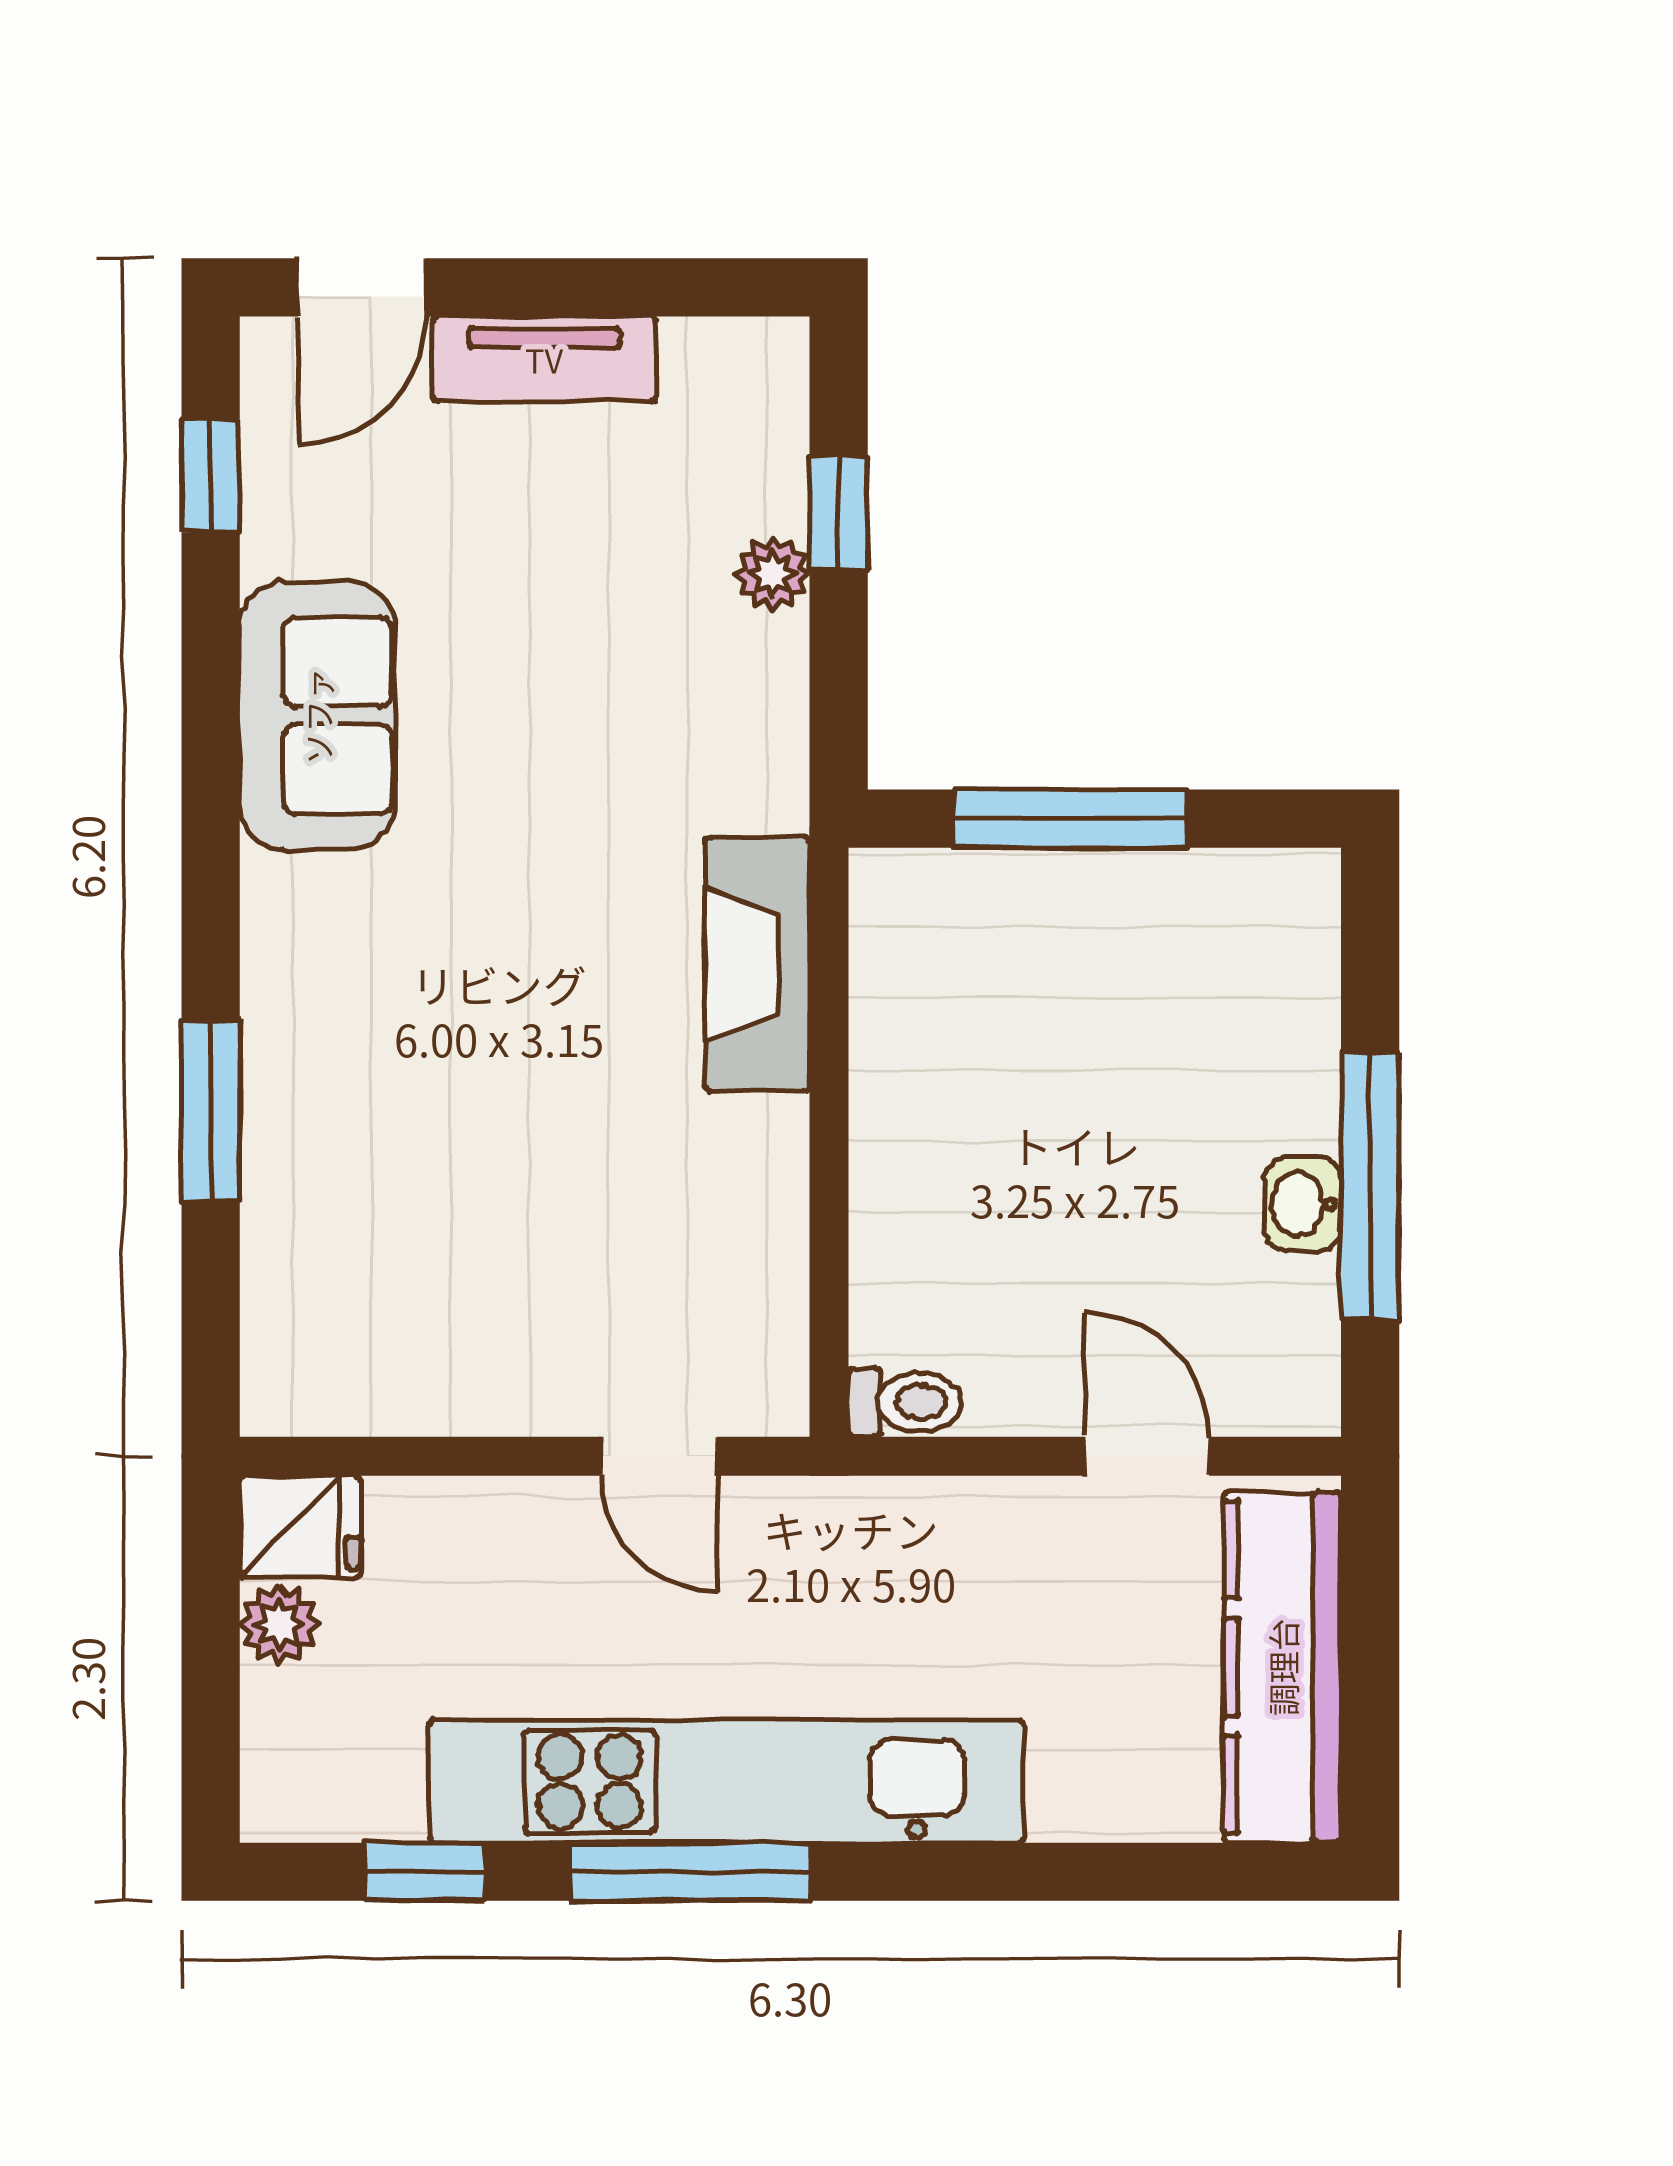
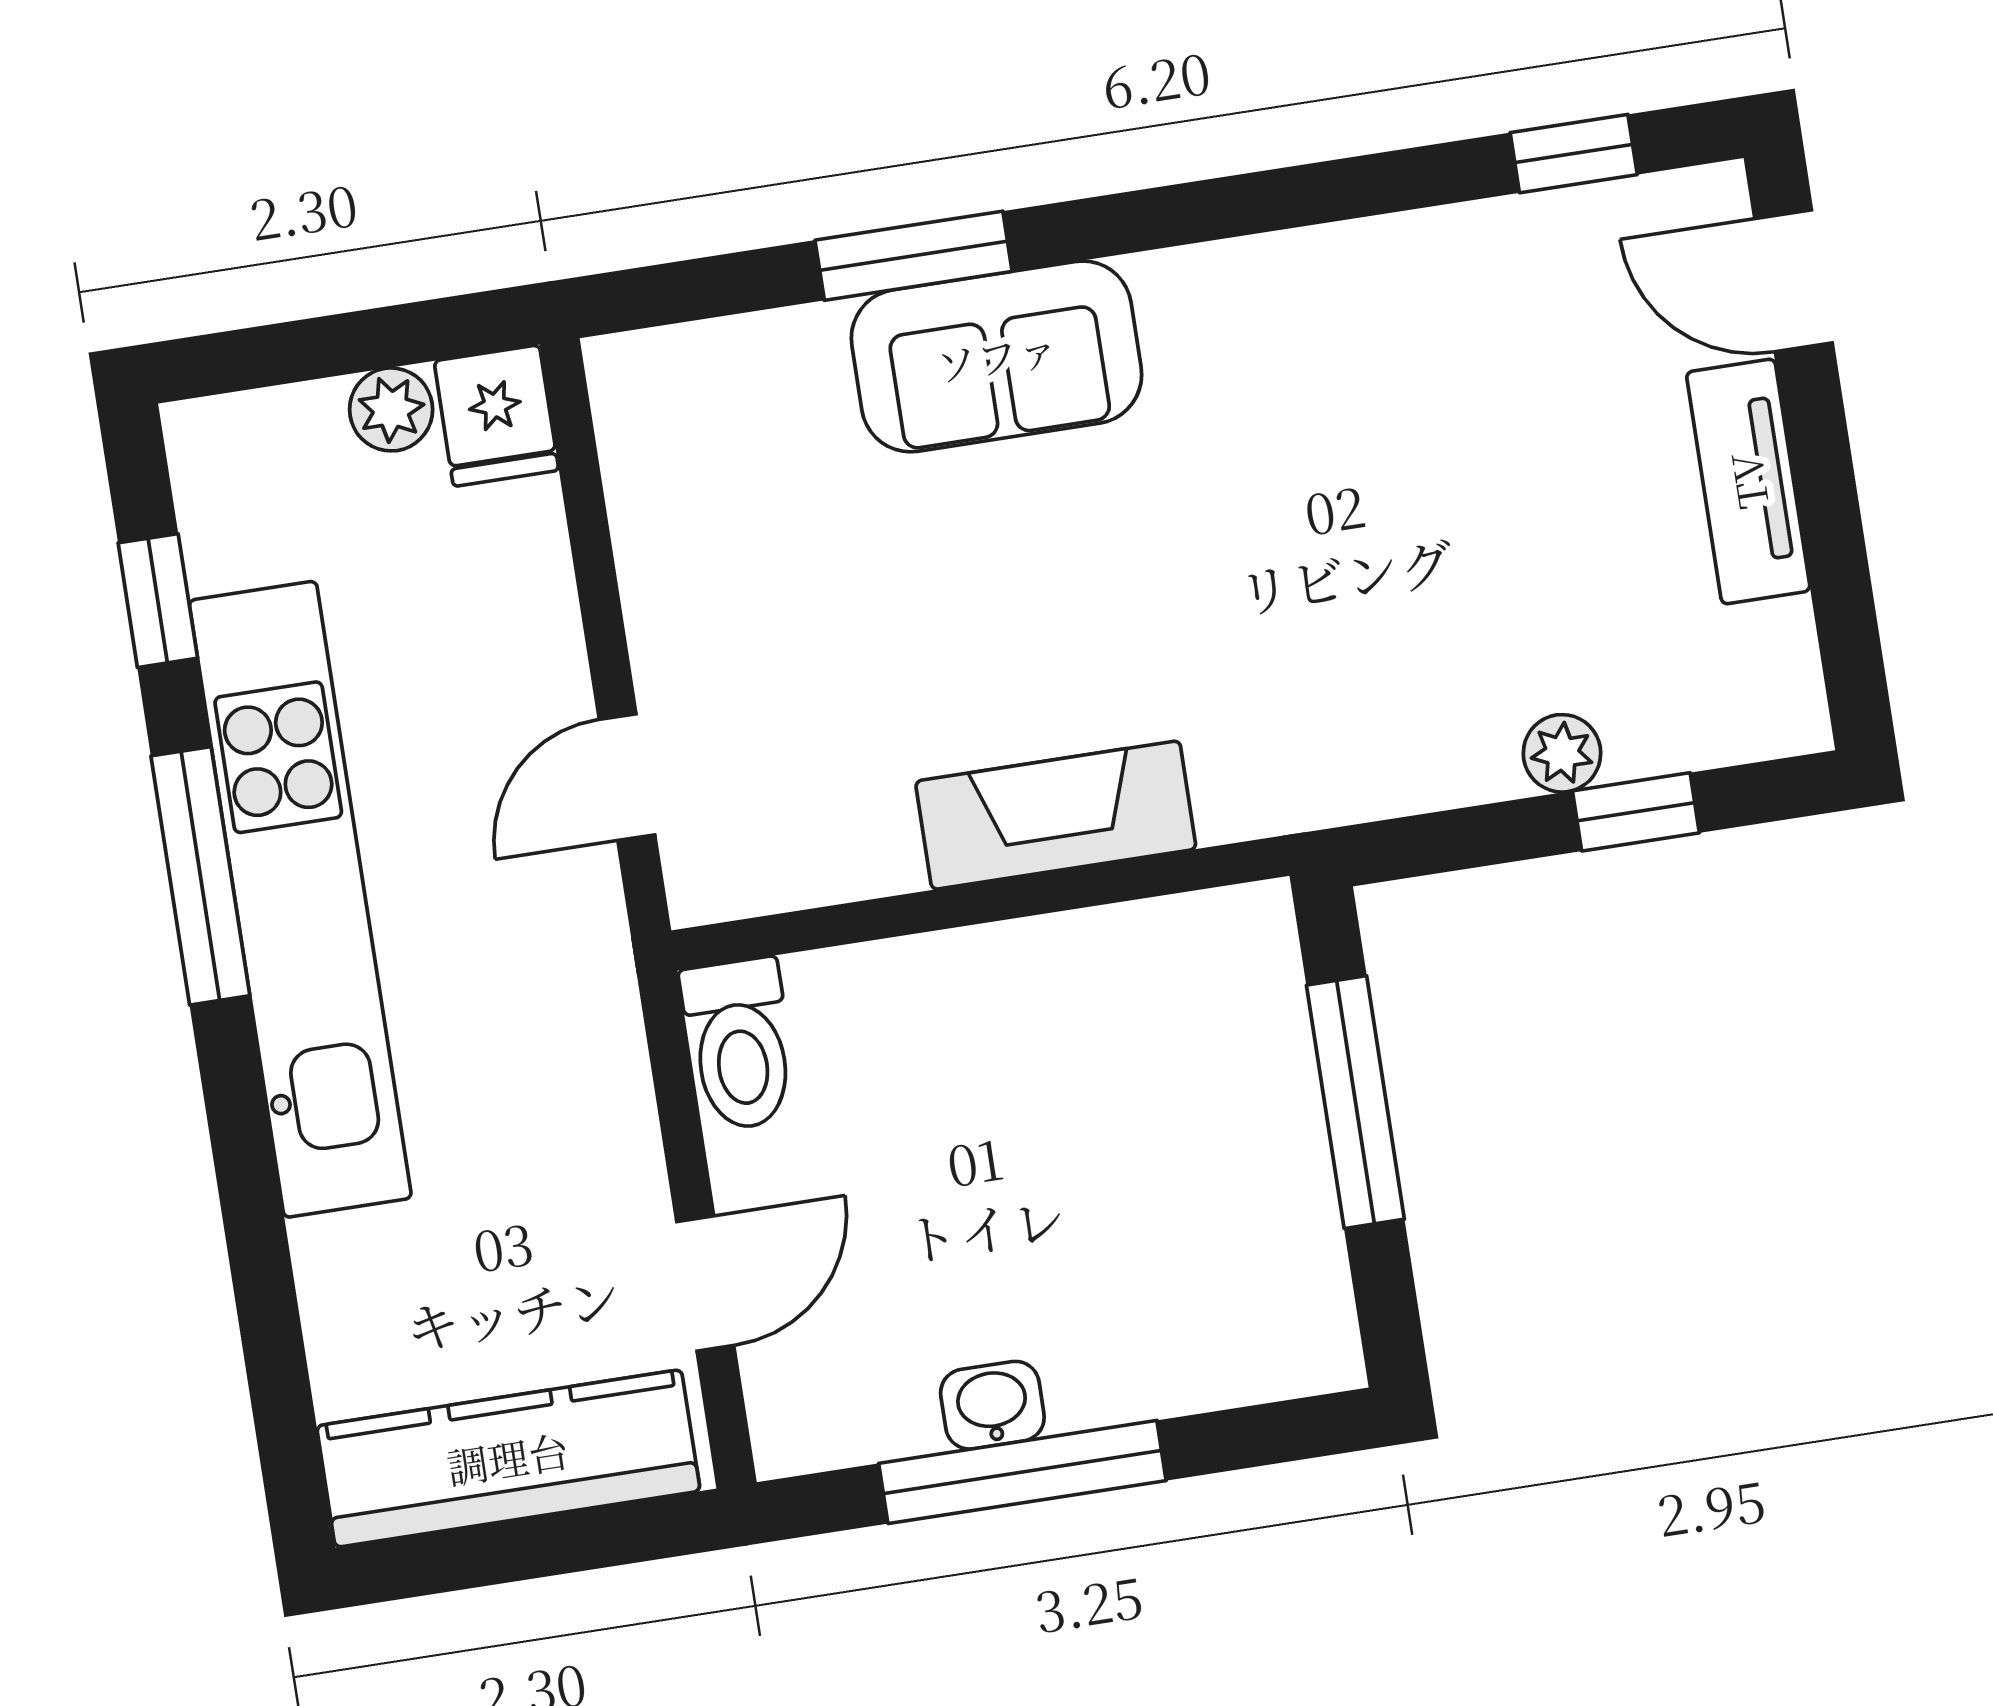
sofa: (317, 716) -> (997, 356), moved
fireplace: (757, 964) -> (1056, 815), moved
toilet: (905, 1402) -> (740, 1044), width x1.37, depth x1.39

